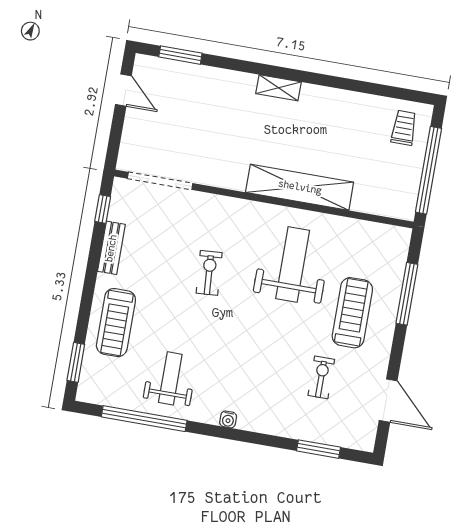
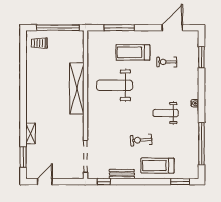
shelving: (278, 88) -> (31, 133), moved
exercise bike: (209, 273) -> (141, 140), moved
treadmill: (116, 323) -> (158, 166), turned 180
weight bench: (170, 378) -> (166, 113), moved

